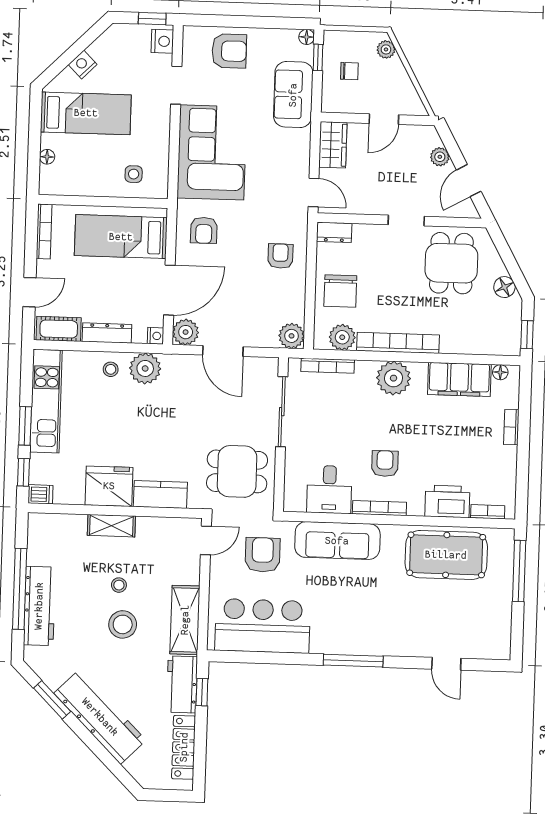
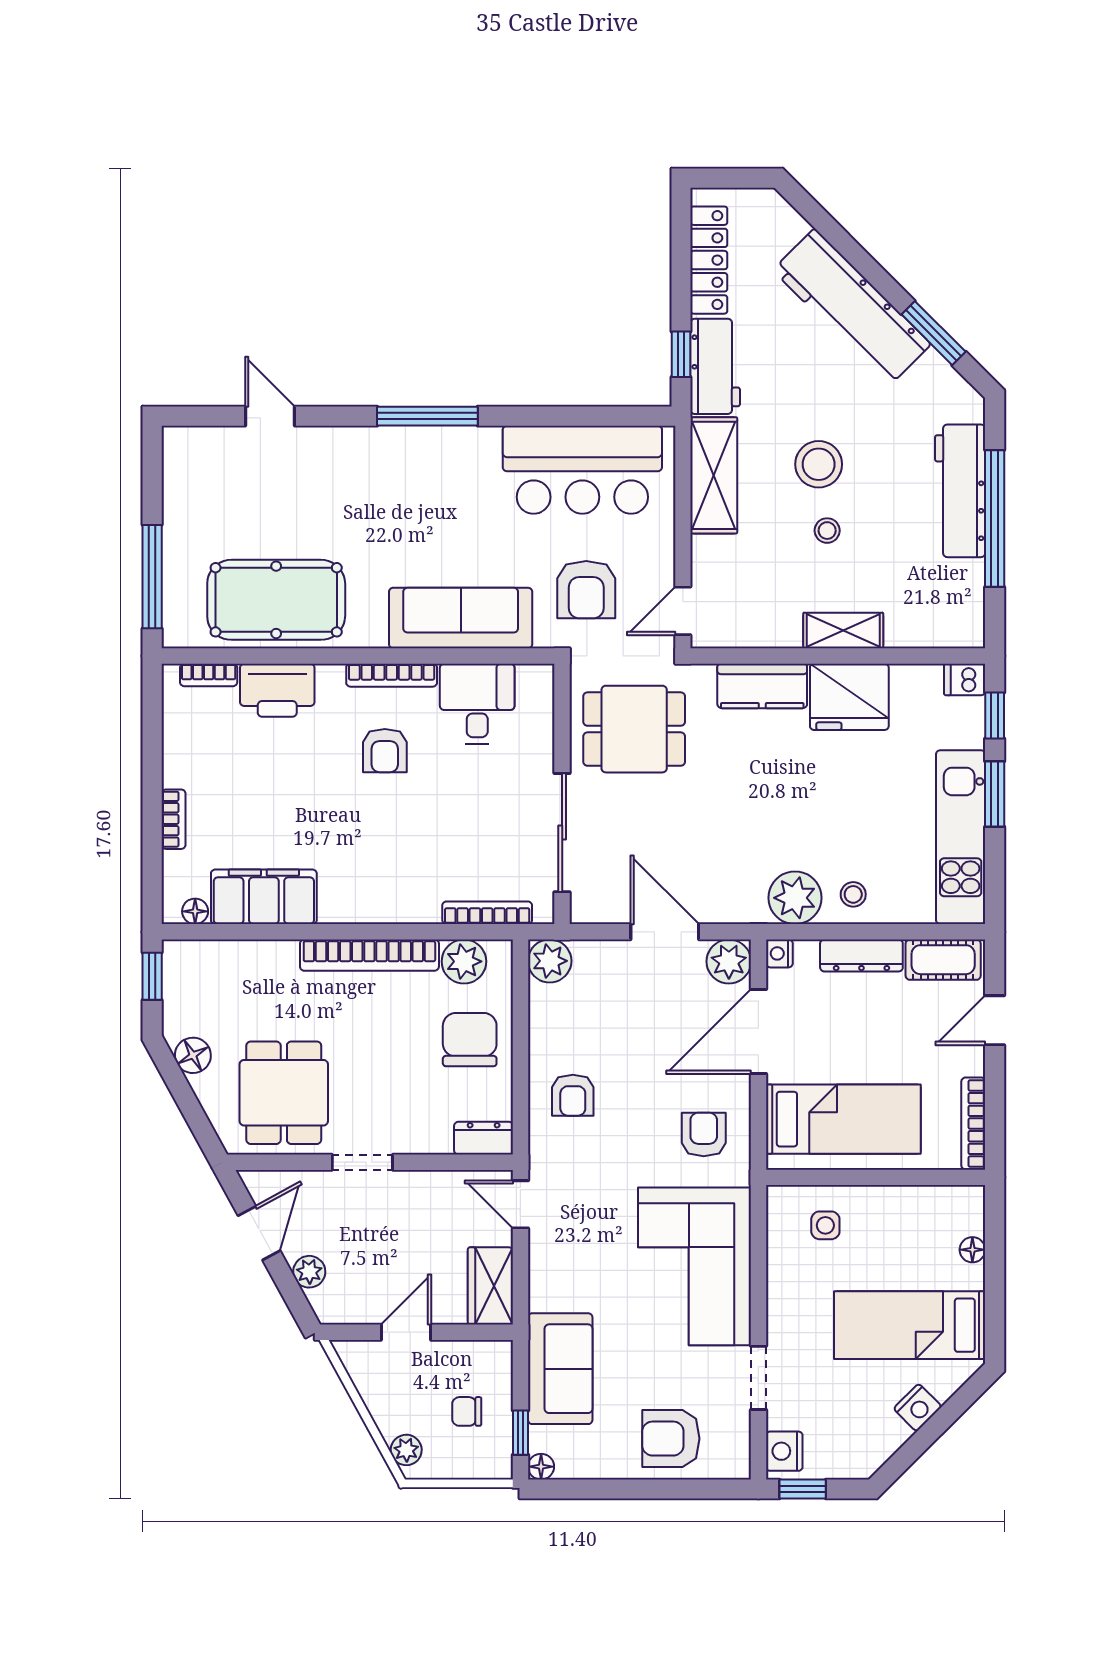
plant: (394, 378) -> (375, 895), removed

